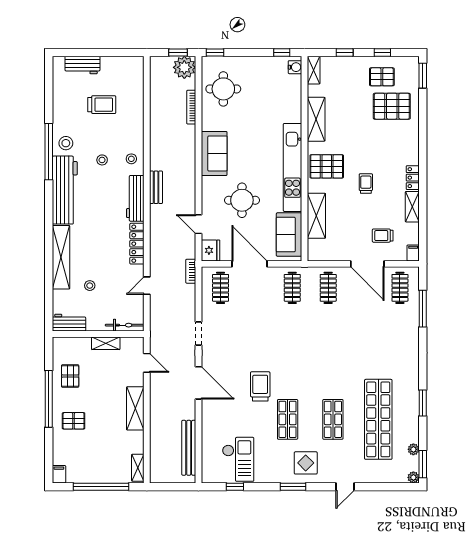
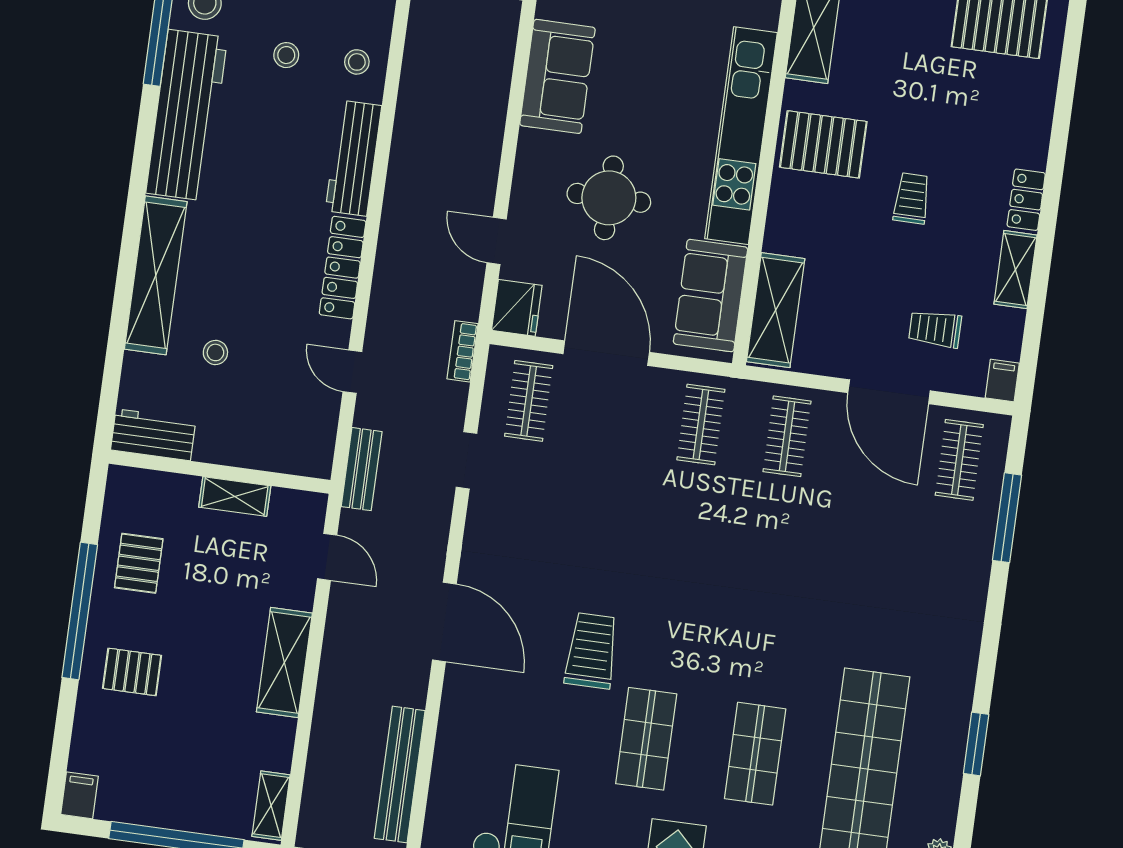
bench: (156, 187) -> (362, 469), moved
shelving: (316, 216) -> (776, 310), moved
door: (147, 286) -> (352, 372), hinge flipped
bicycle: (125, 325) -> (286, 459), removed
doorway: (198, 333) -> (466, 460), moved

